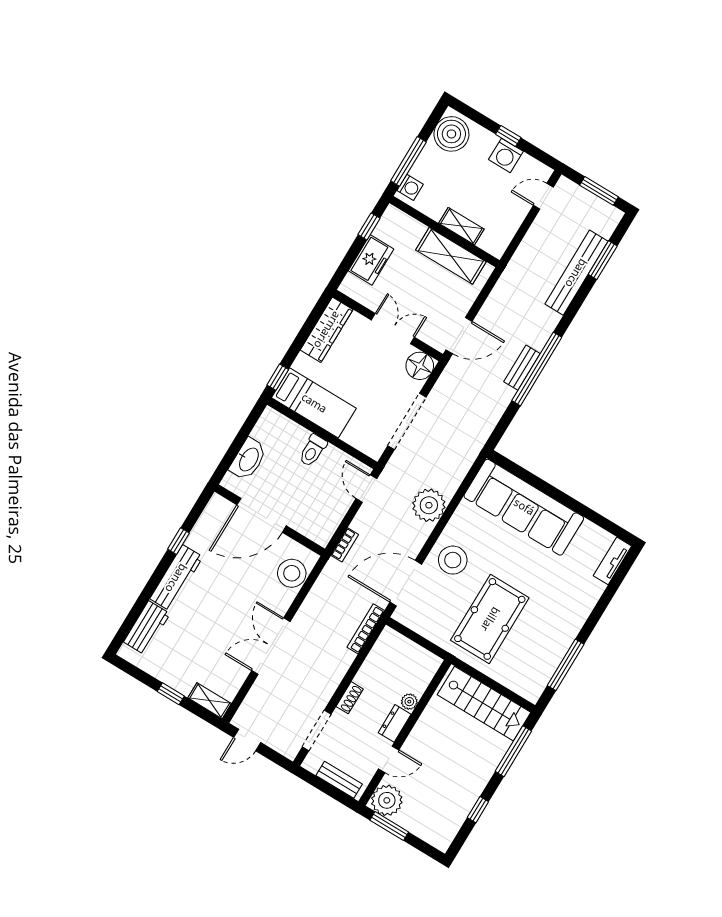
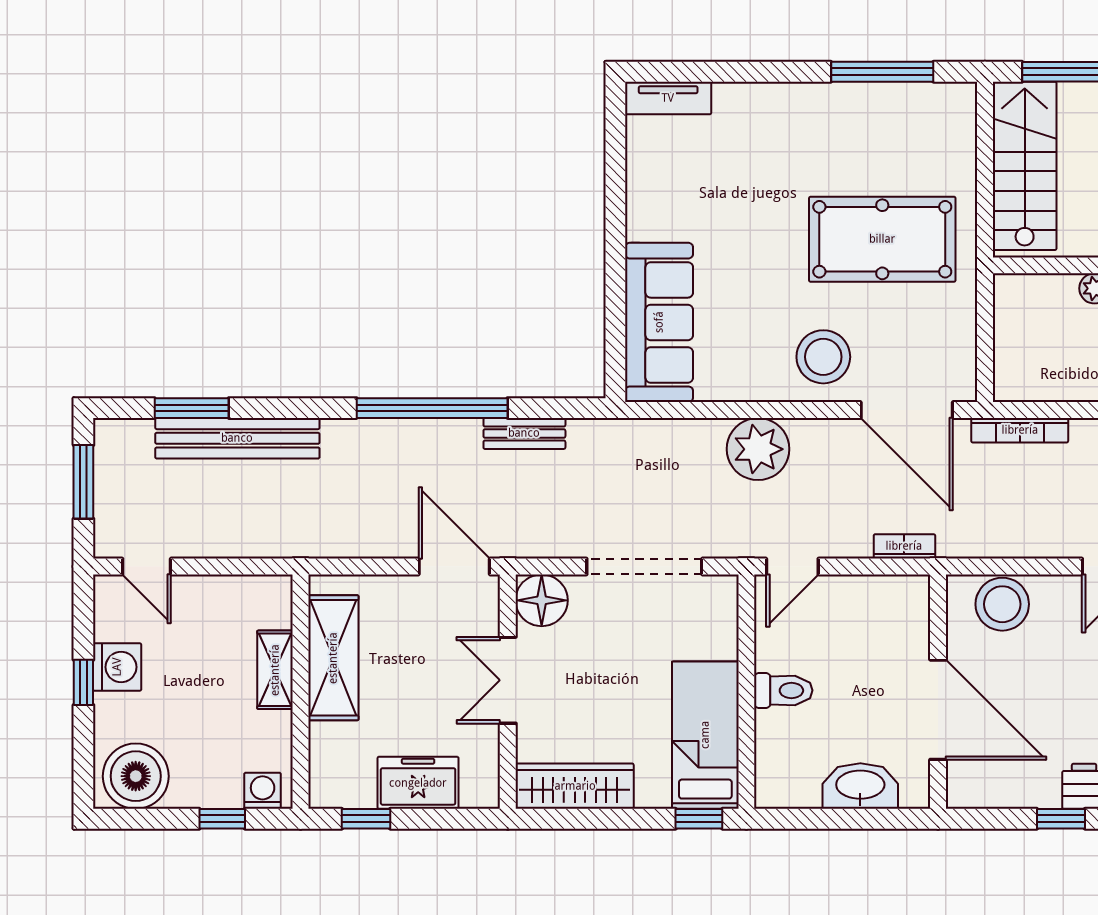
window: (408, 161) -> (222, 819), width x0.46
bench: (522, 368) -> (524, 433), moved
sofa: (524, 507) -> (659, 322), width x0.74, depth x0.79

